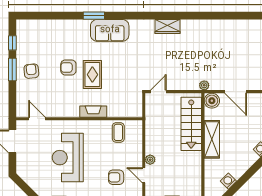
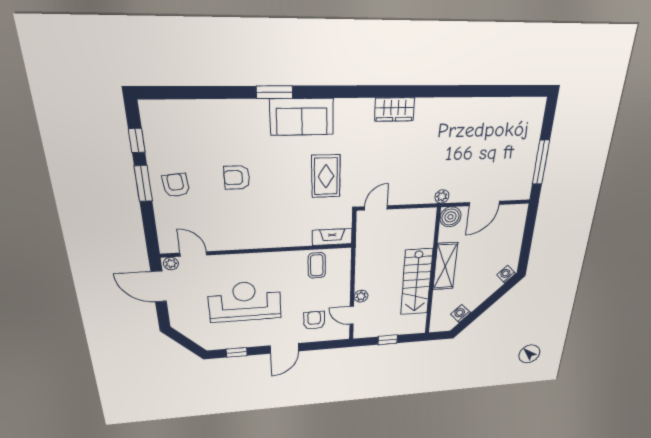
rug: (92, 75) -> (326, 176), moved
door: (236, 92) -> (484, 203), hinge flipped
fireplace: (93, 112) -> (332, 237), moved
stairs: (191, 124) -> (417, 282), moved
plant: (22, 125) -> (171, 264), added
reception desk: (68, 158) -> (245, 302), turned 90
armchair: (116, 177) -> (314, 320), turned 90

